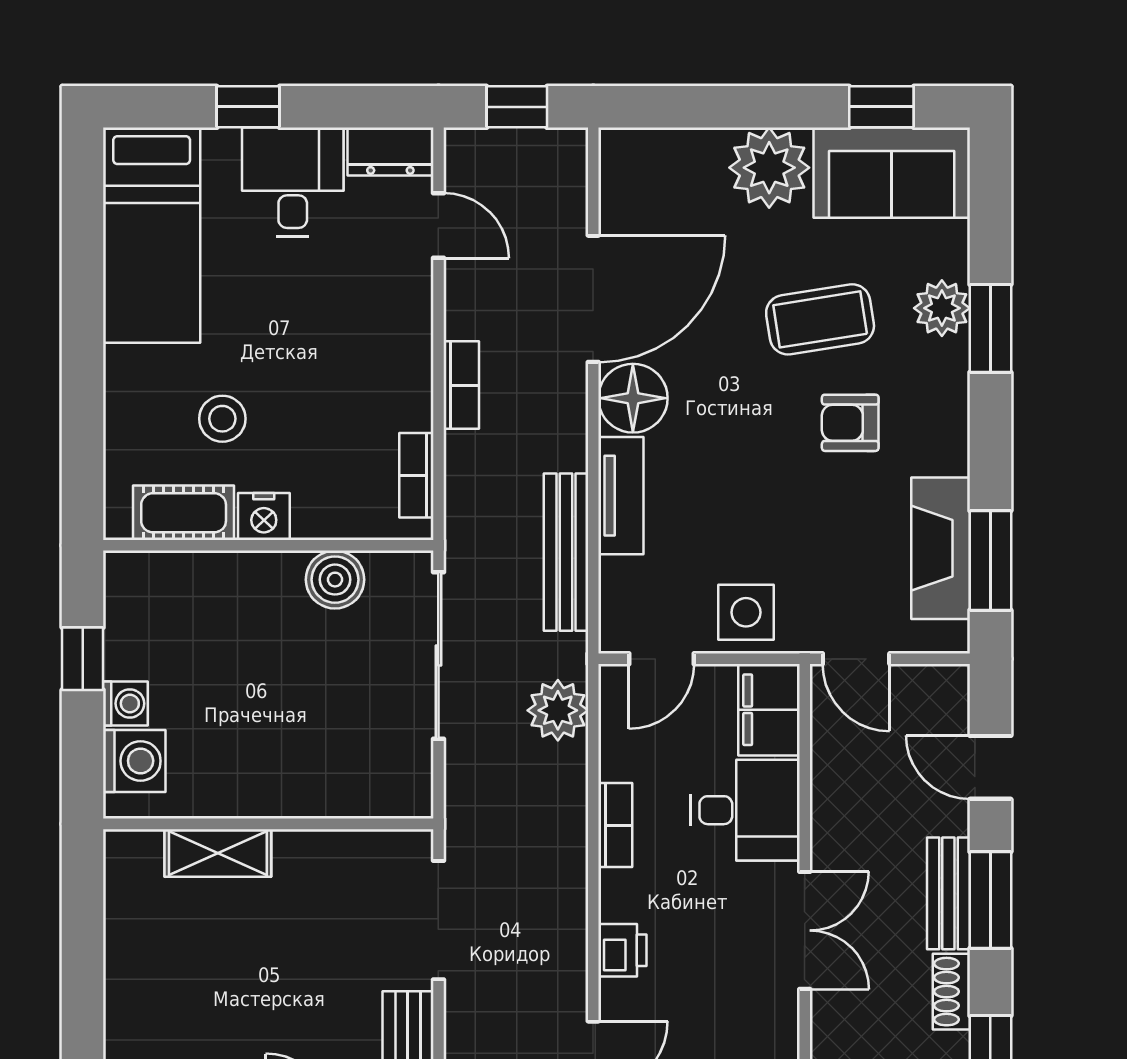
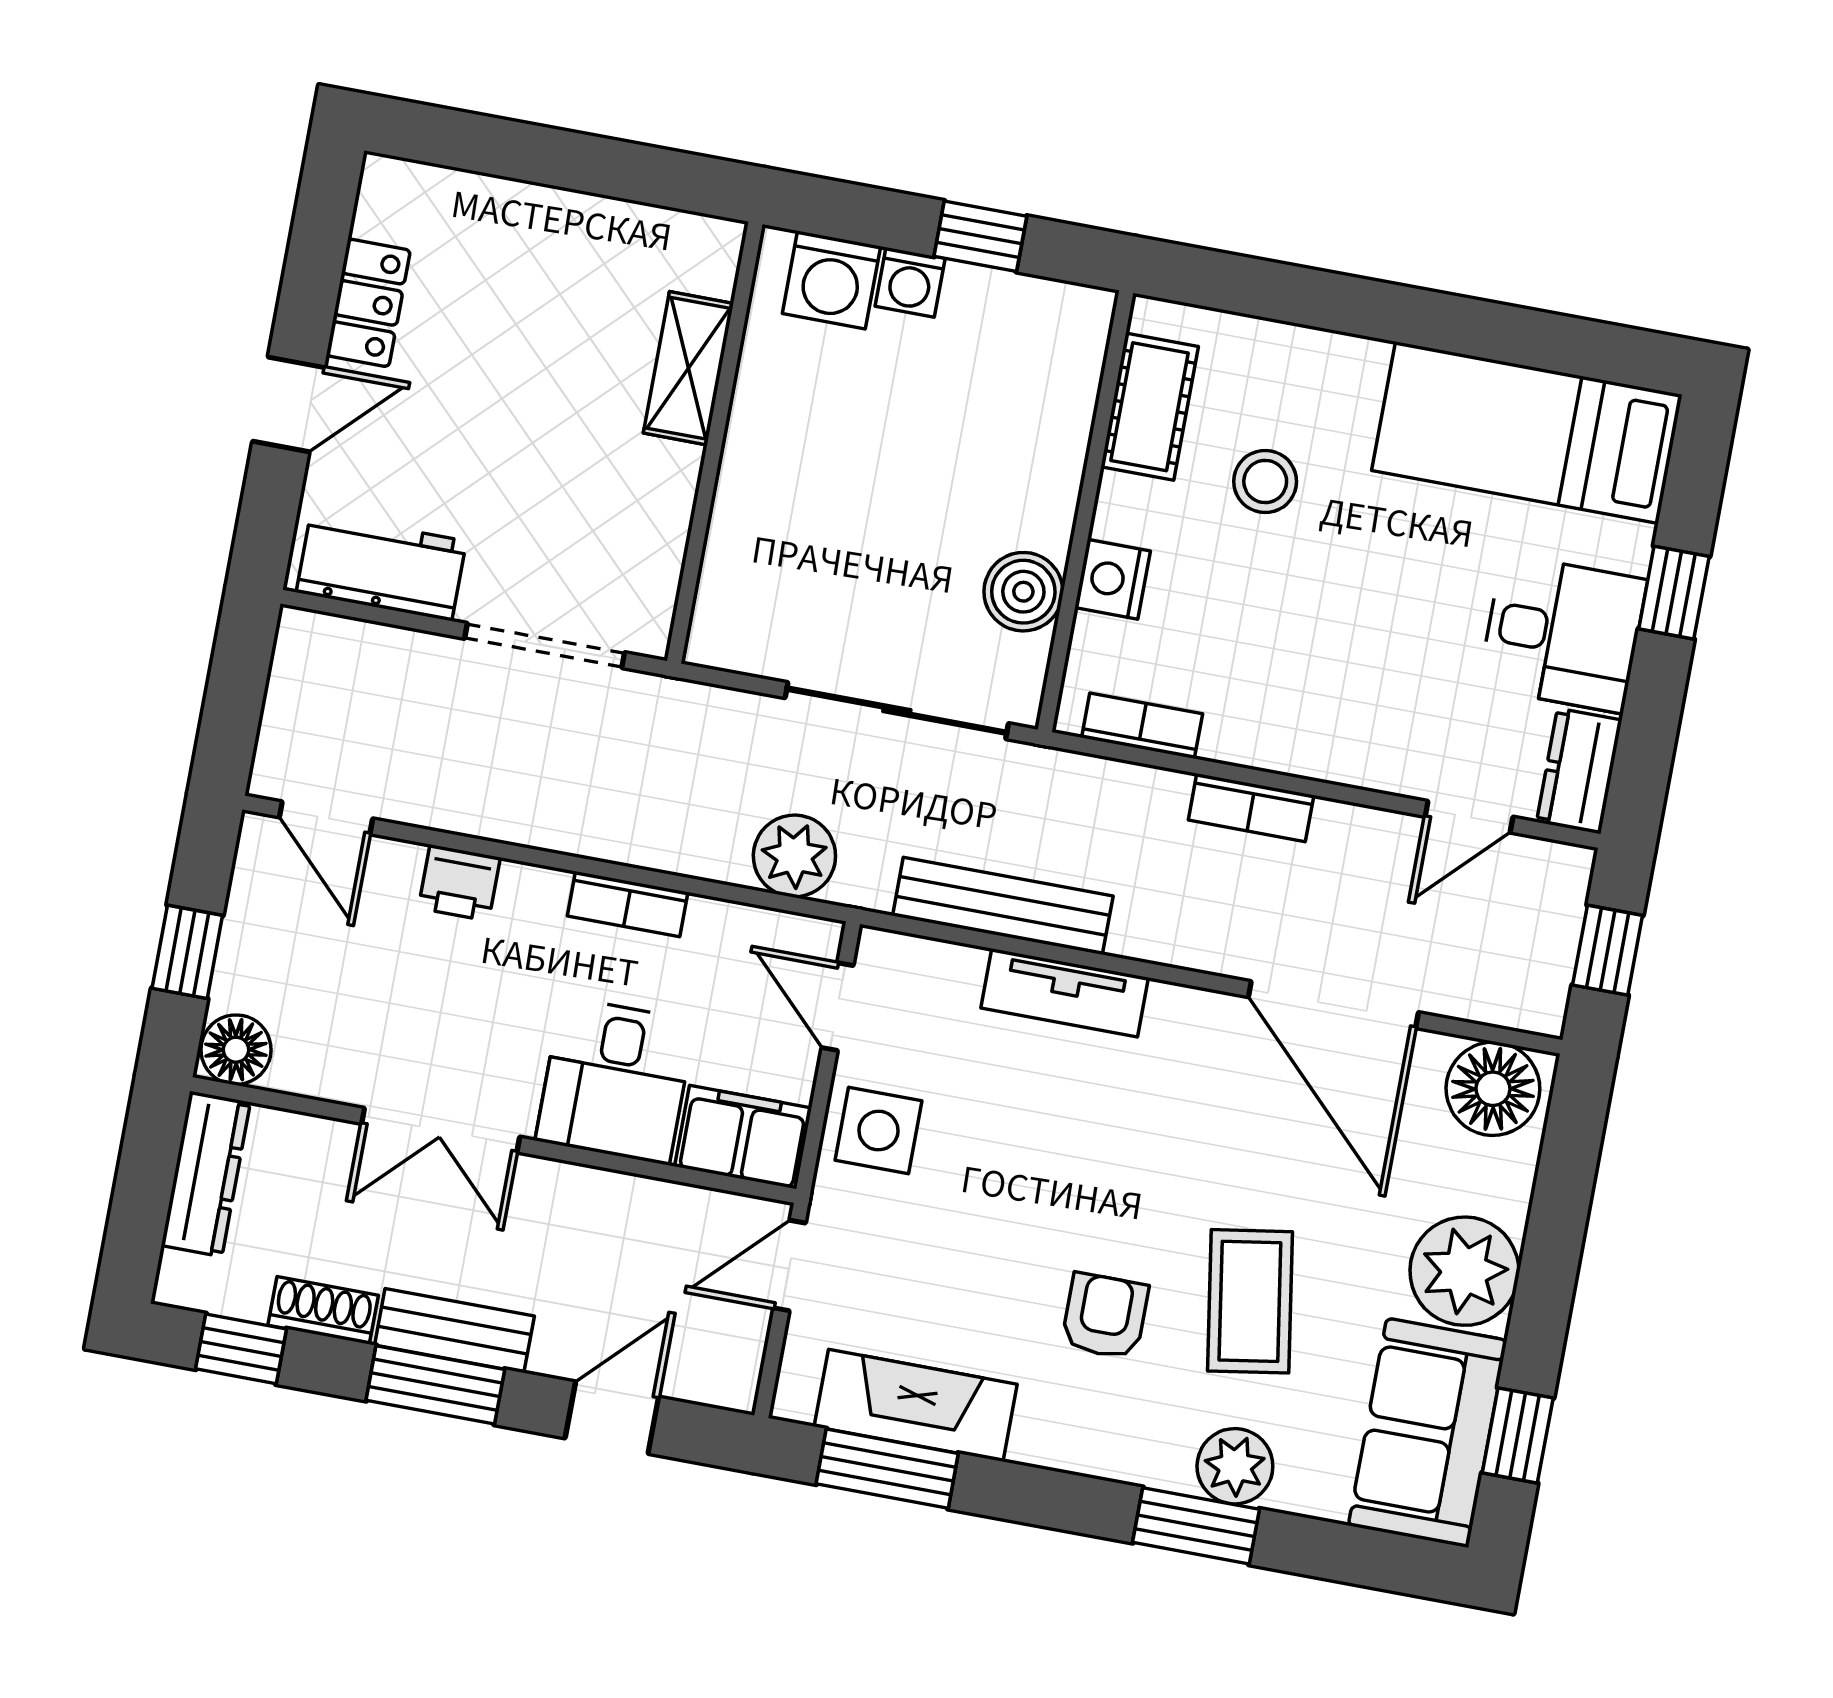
floor lamp: (633, 398) -> (1493, 1089), moved
nightstand: (264, 516) -> (1113, 579), moved

